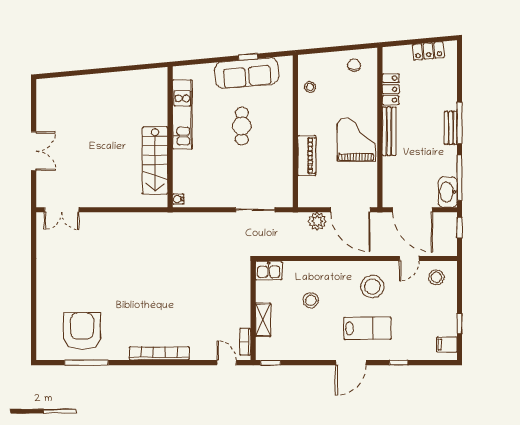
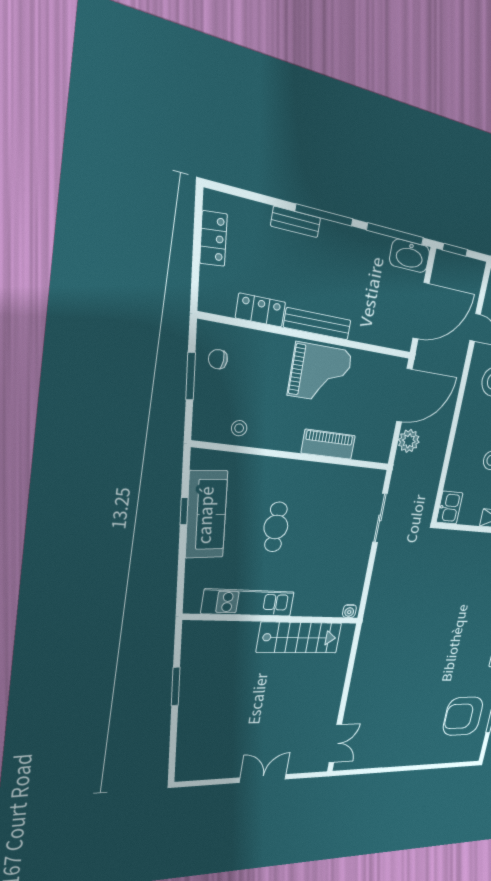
window: (340, 49) -> (191, 376), added
window: (115, 69) -> (176, 686), added
cafe table: (242, 126) -> (276, 527), turned 90
bench: (451, 128) -> (296, 222), moved
grand piano: (356, 139) -> (320, 373), turned 180

